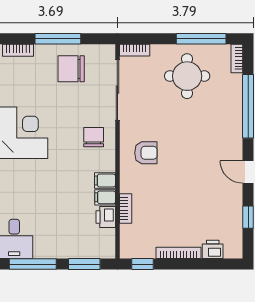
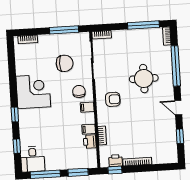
window: (58, 39) -> (64, 30), moved
chair: (71, 69) -> (65, 63), moved, turned 180
round table: (187, 76) -> (144, 79), moved
filing cabinet: (105, 181) -> (87, 107), moved
printer: (213, 249) -> (116, 161), moved

